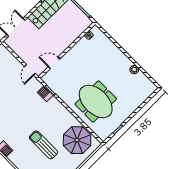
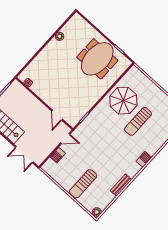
barbecue: (45, 94) -> (58, 155), moved
meeting table: (96, 101) -> (97, 59), moved
parasol: (77, 140) -> (123, 101), moved

